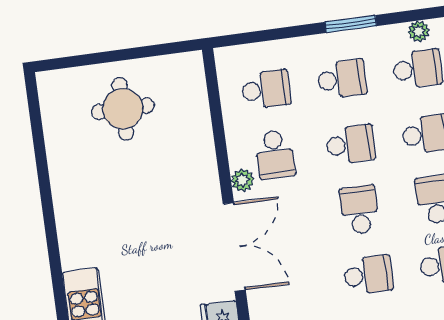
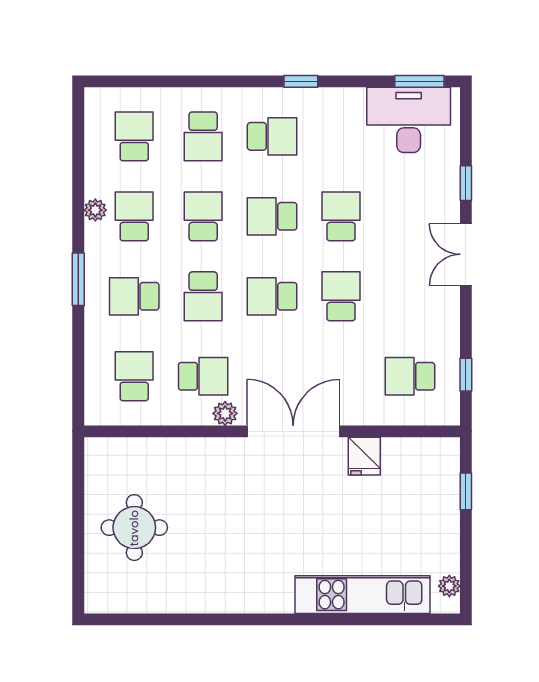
school desk: (342, 79) -> (134, 296), turned -90
school desk: (351, 144) -> (203, 296), turned 180

